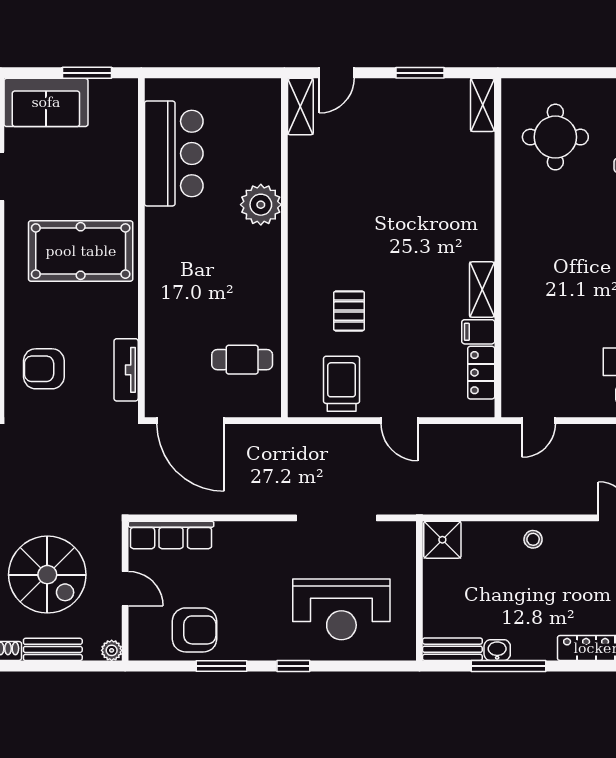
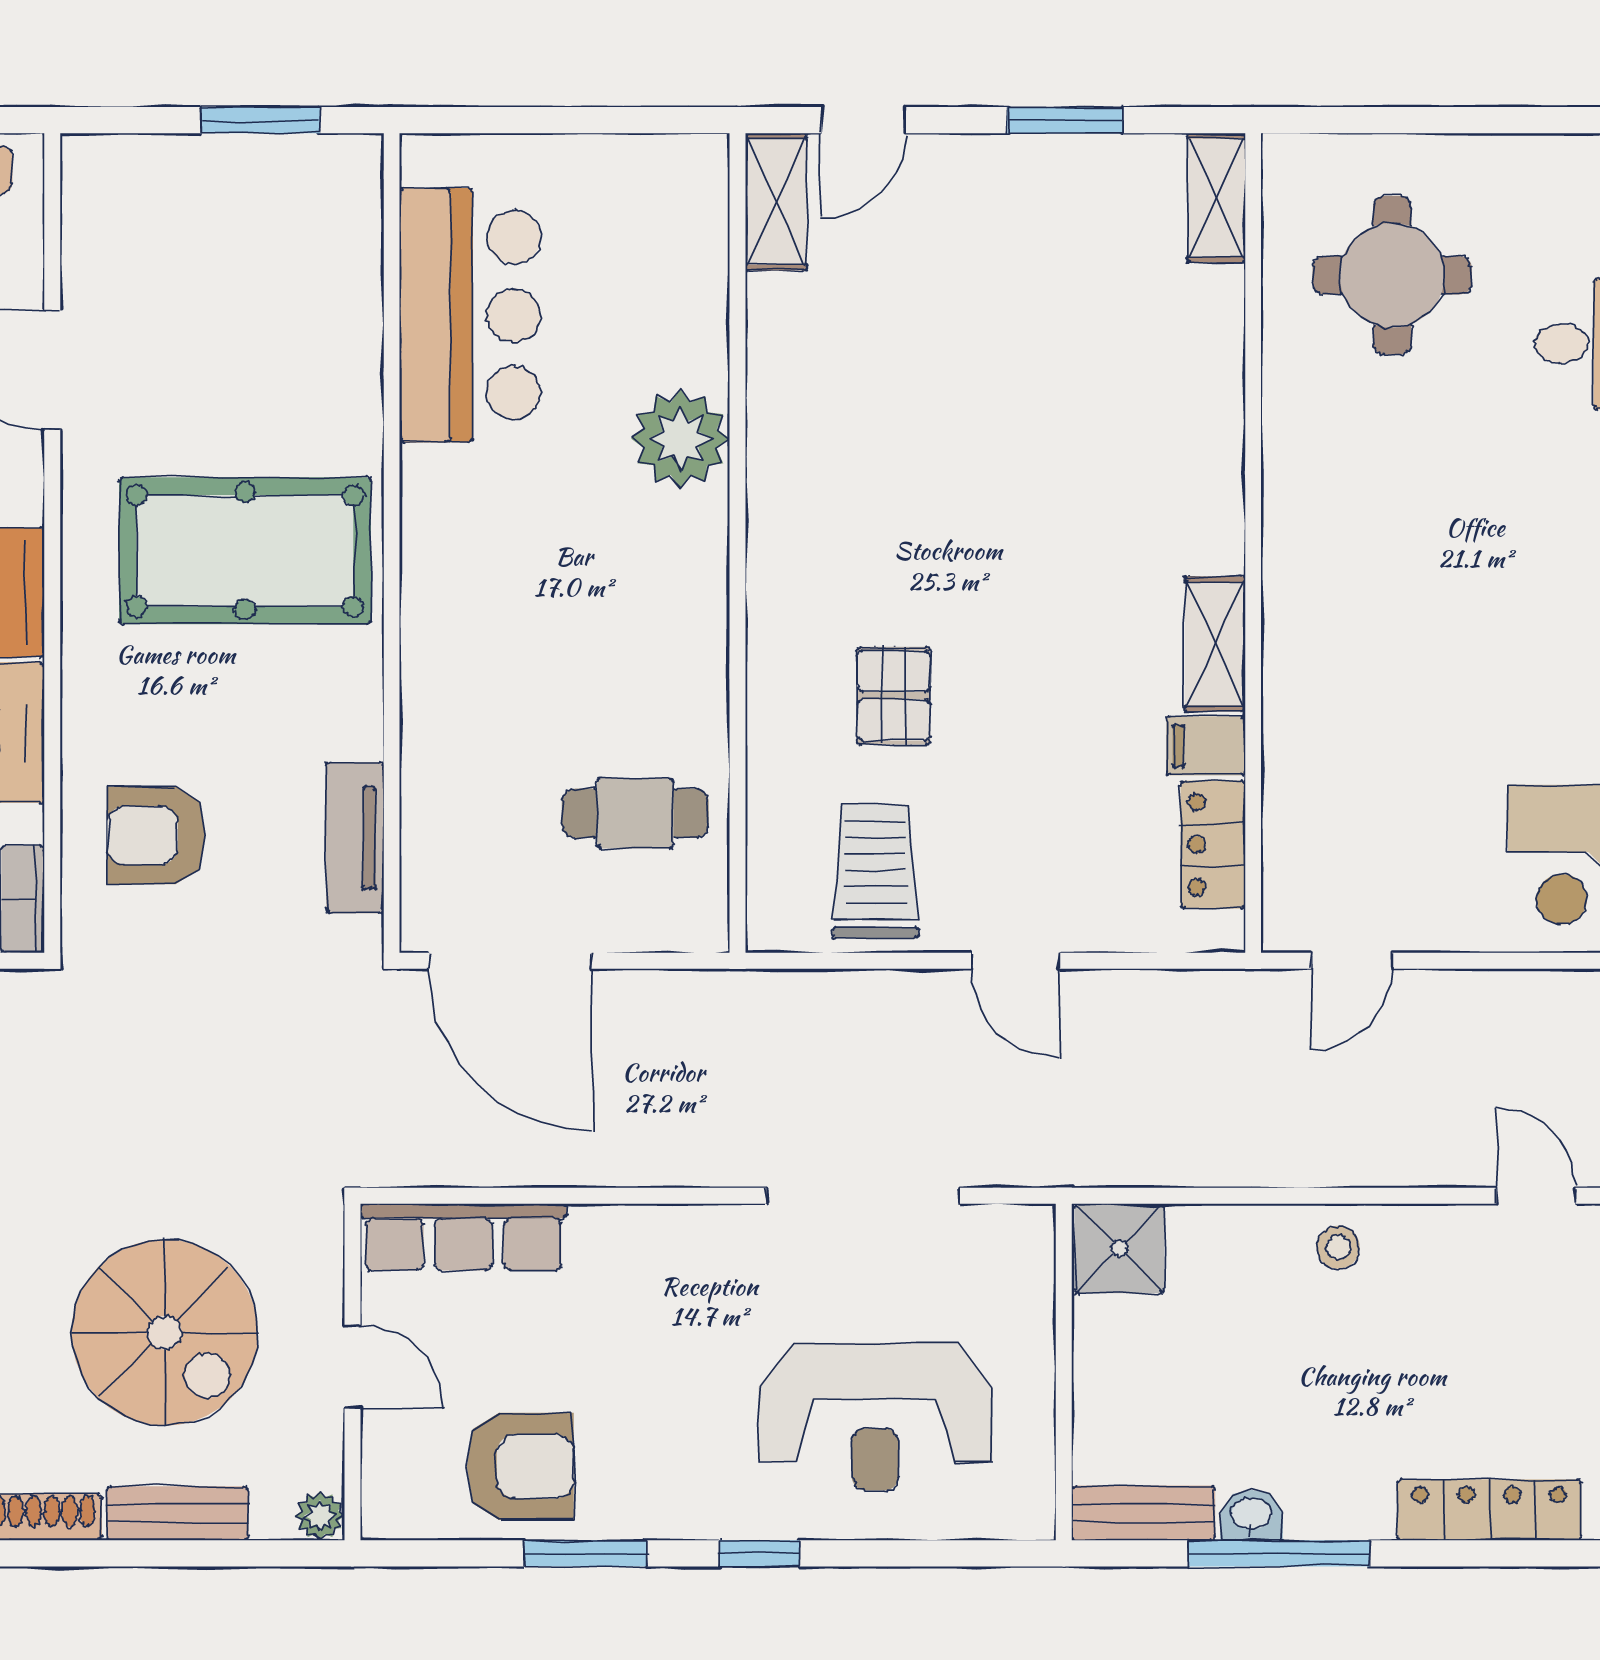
sofa: (46, 102) -> (161, 192), removed

